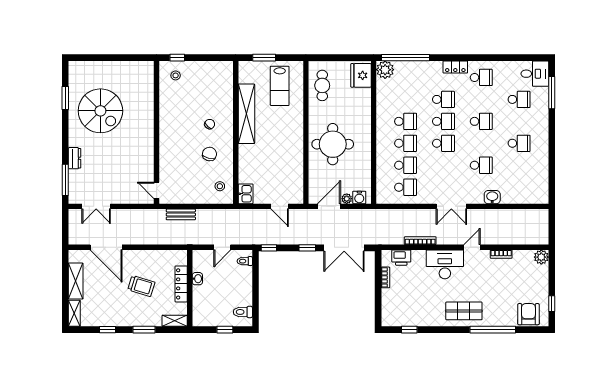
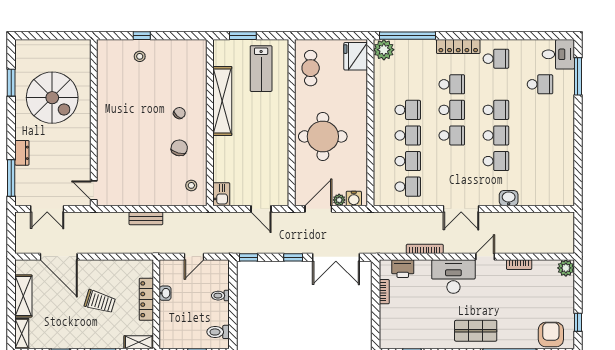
locker: (455, 67) -> (458, 47), width x1.53
wall: (157, 132) -> (94, 123), moved
school desk: (519, 143) -> (496, 135), moved
door: (157, 190) -> (94, 190), moved
toilet: (245, 261) -> (220, 296), moved

